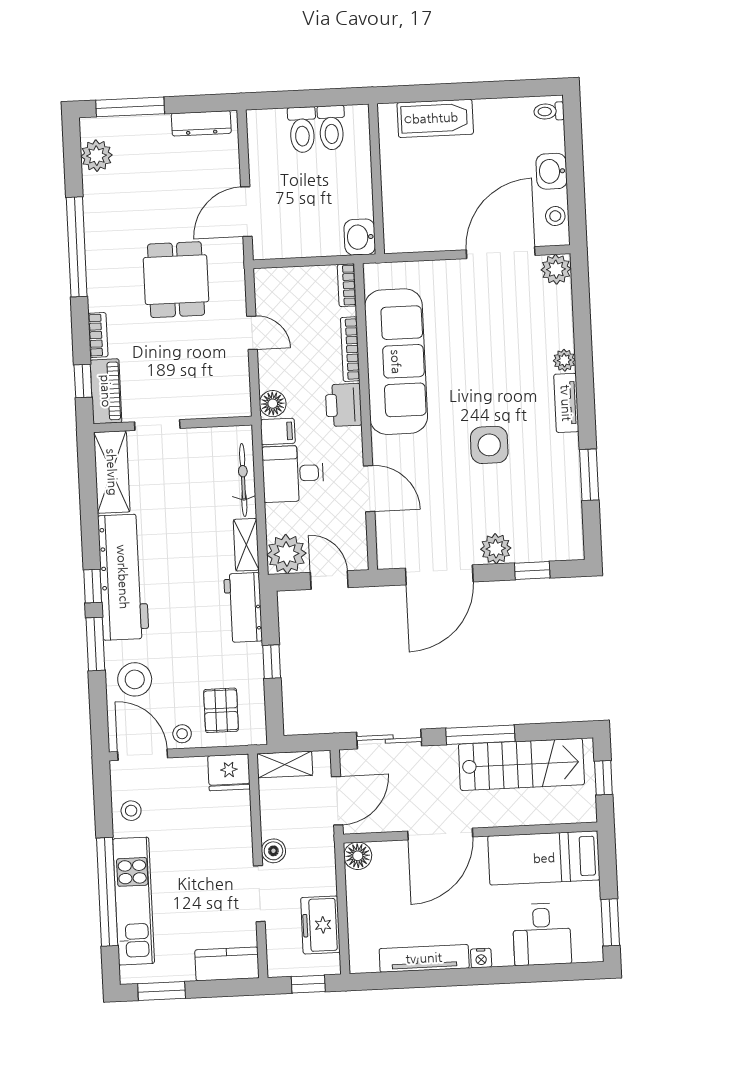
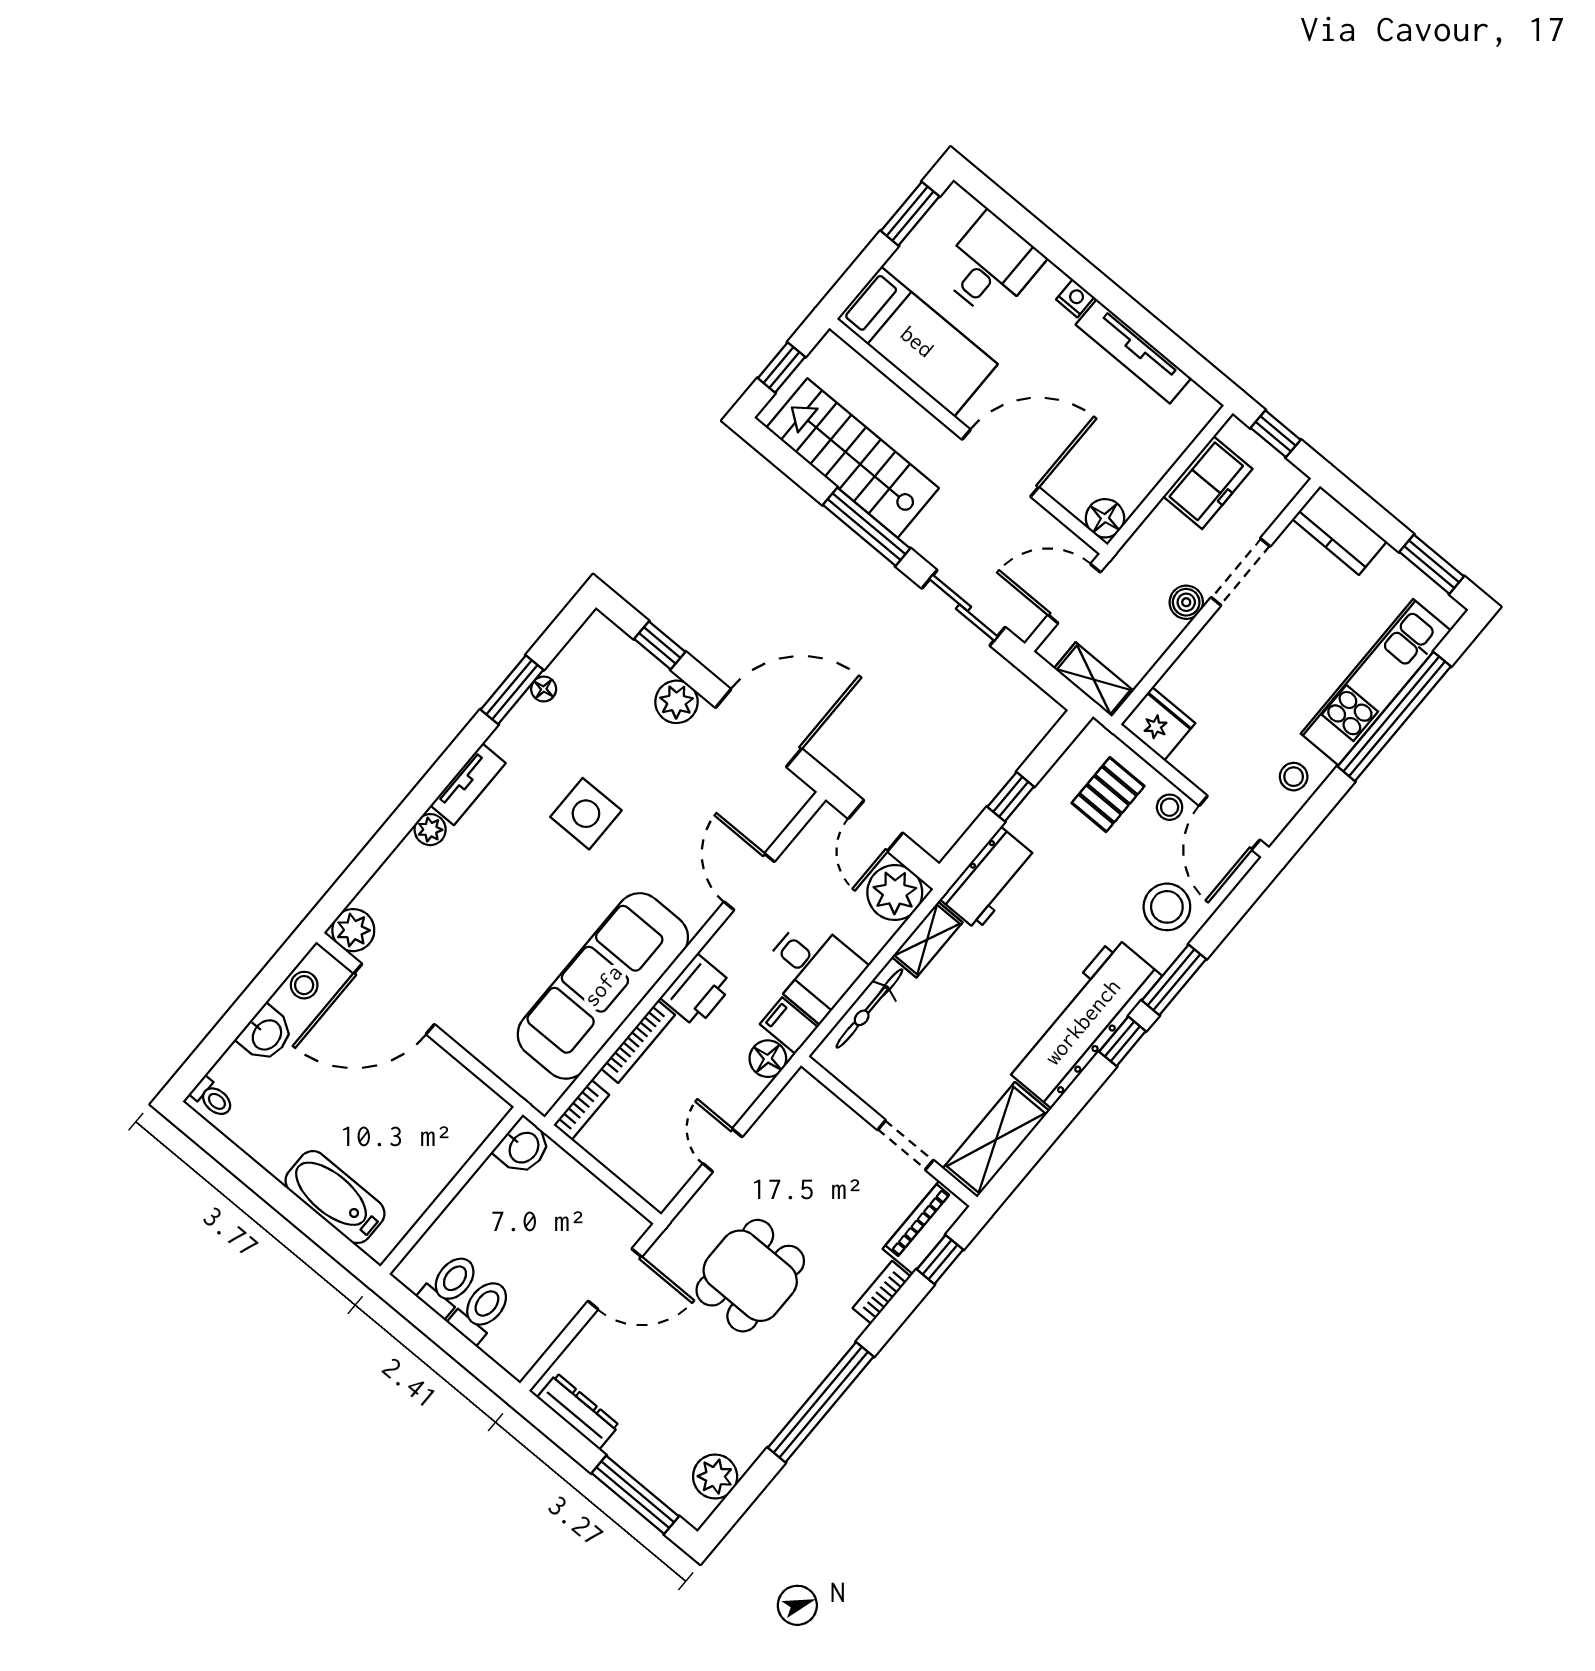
floor lamp: (573, 491) -> (544, 689), added

